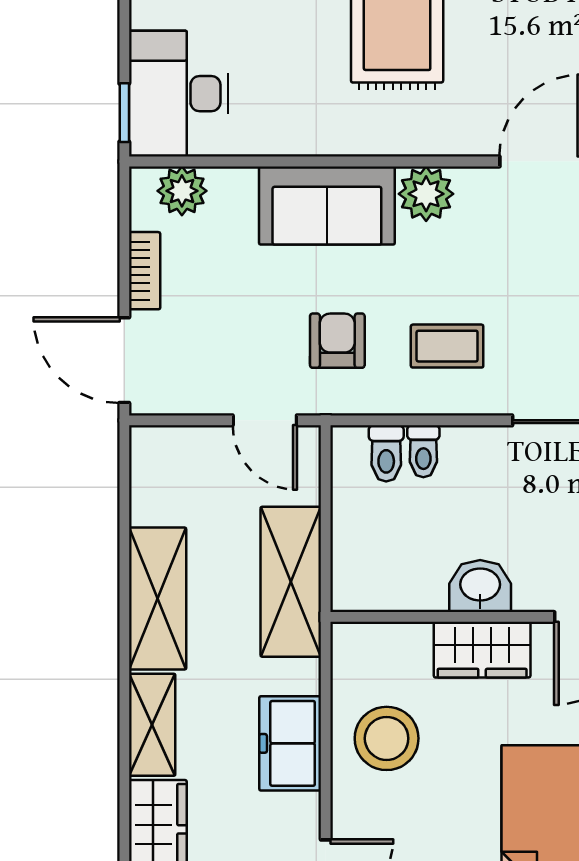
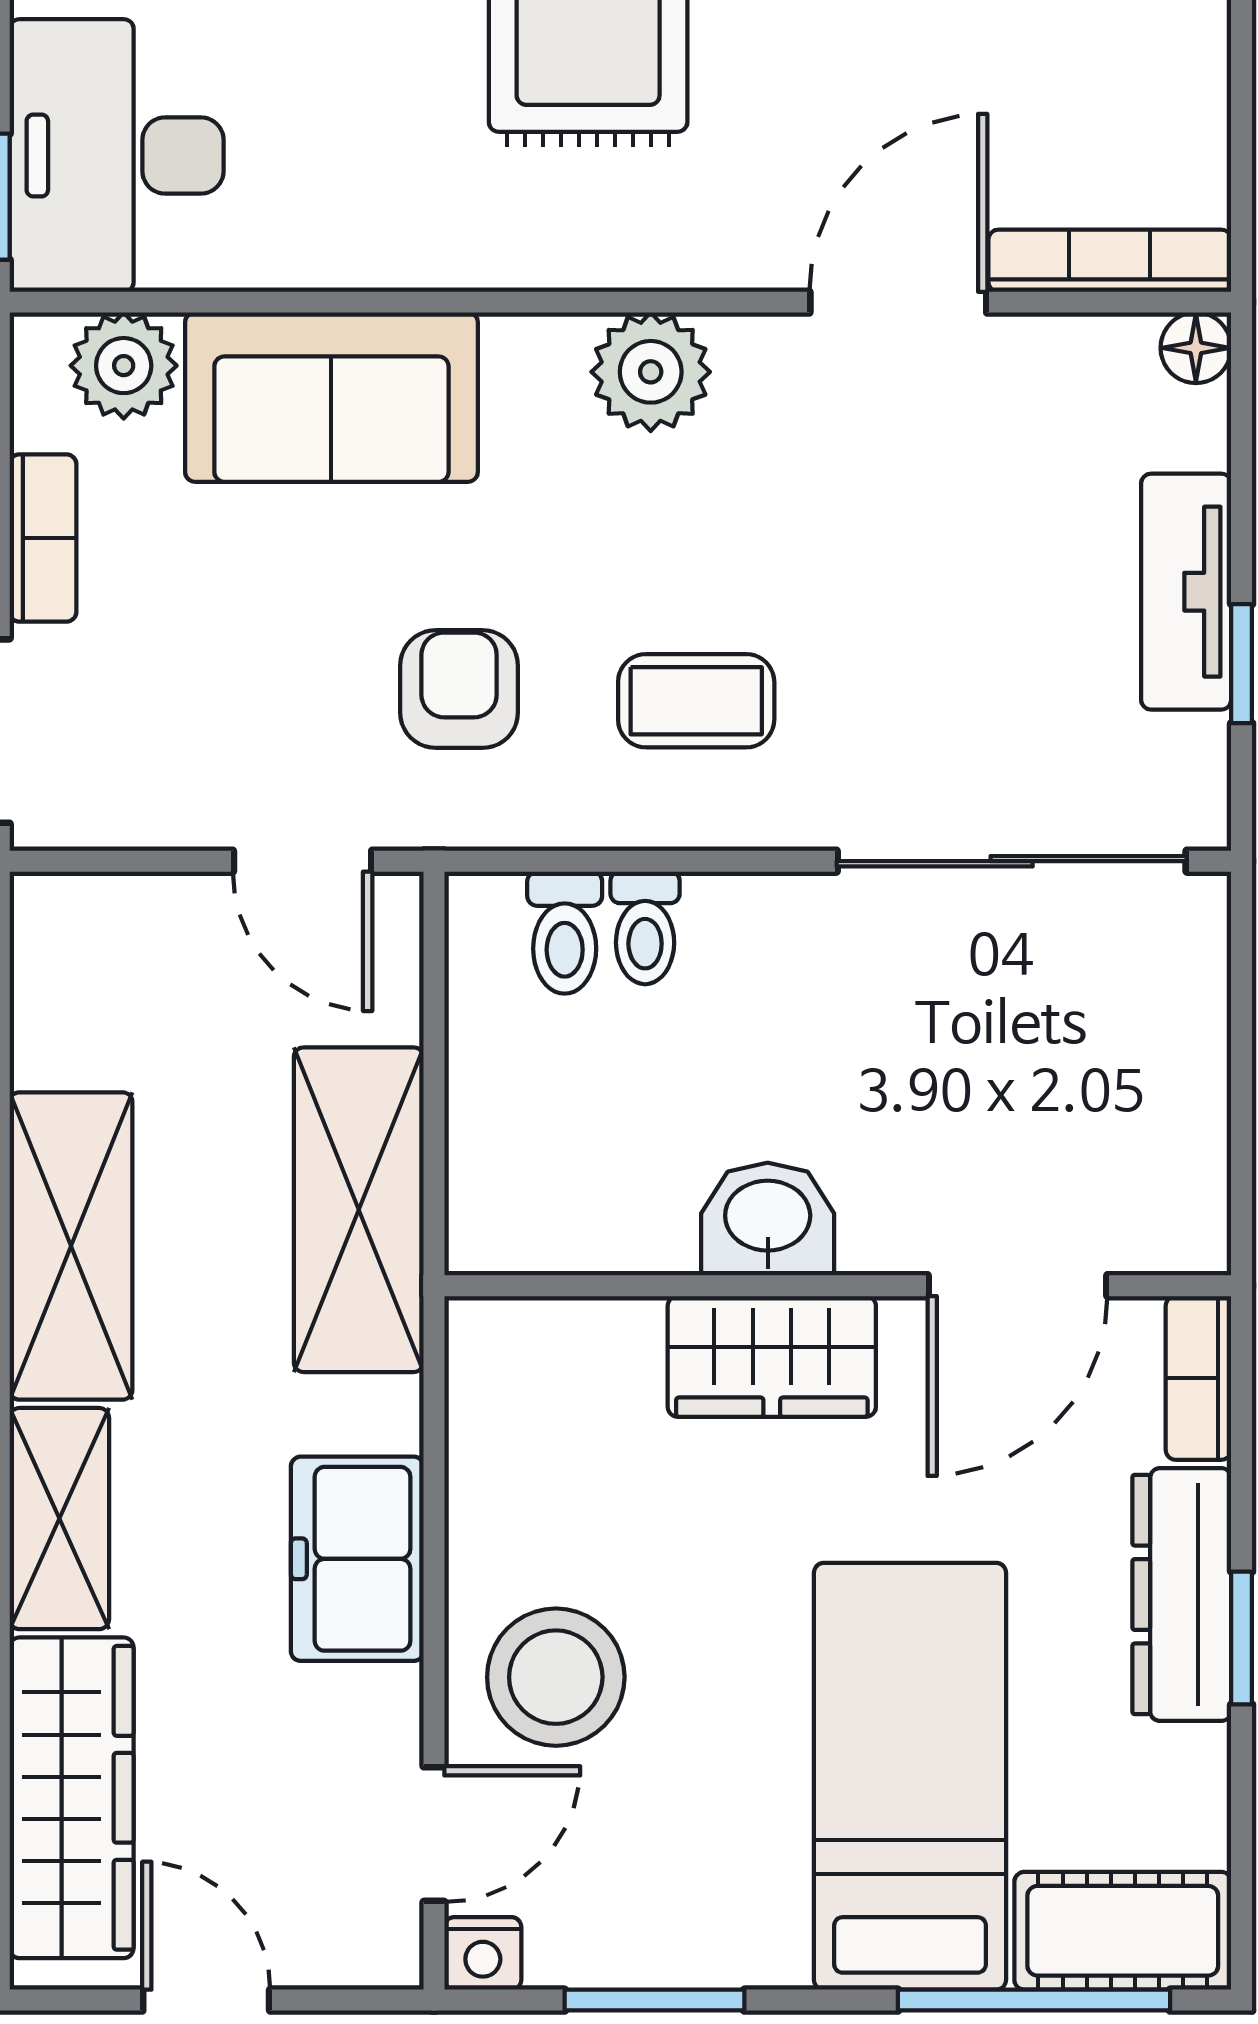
sofa: (327, 205) -> (331, 397), moved
stool: (387, 738) -> (556, 1677), moved

